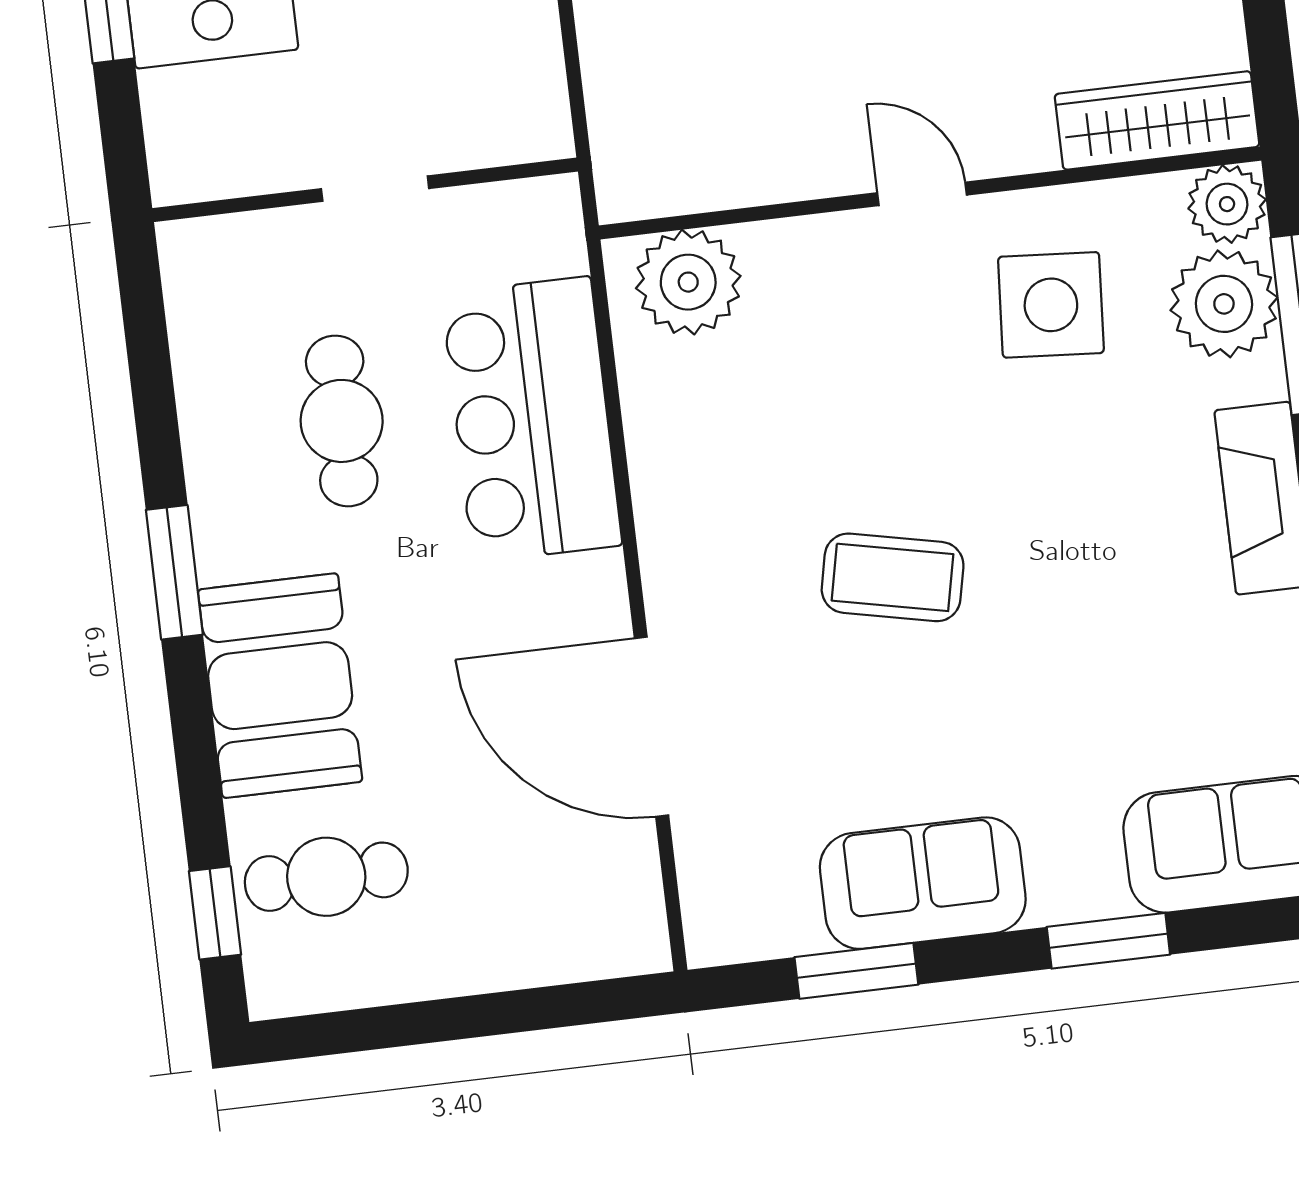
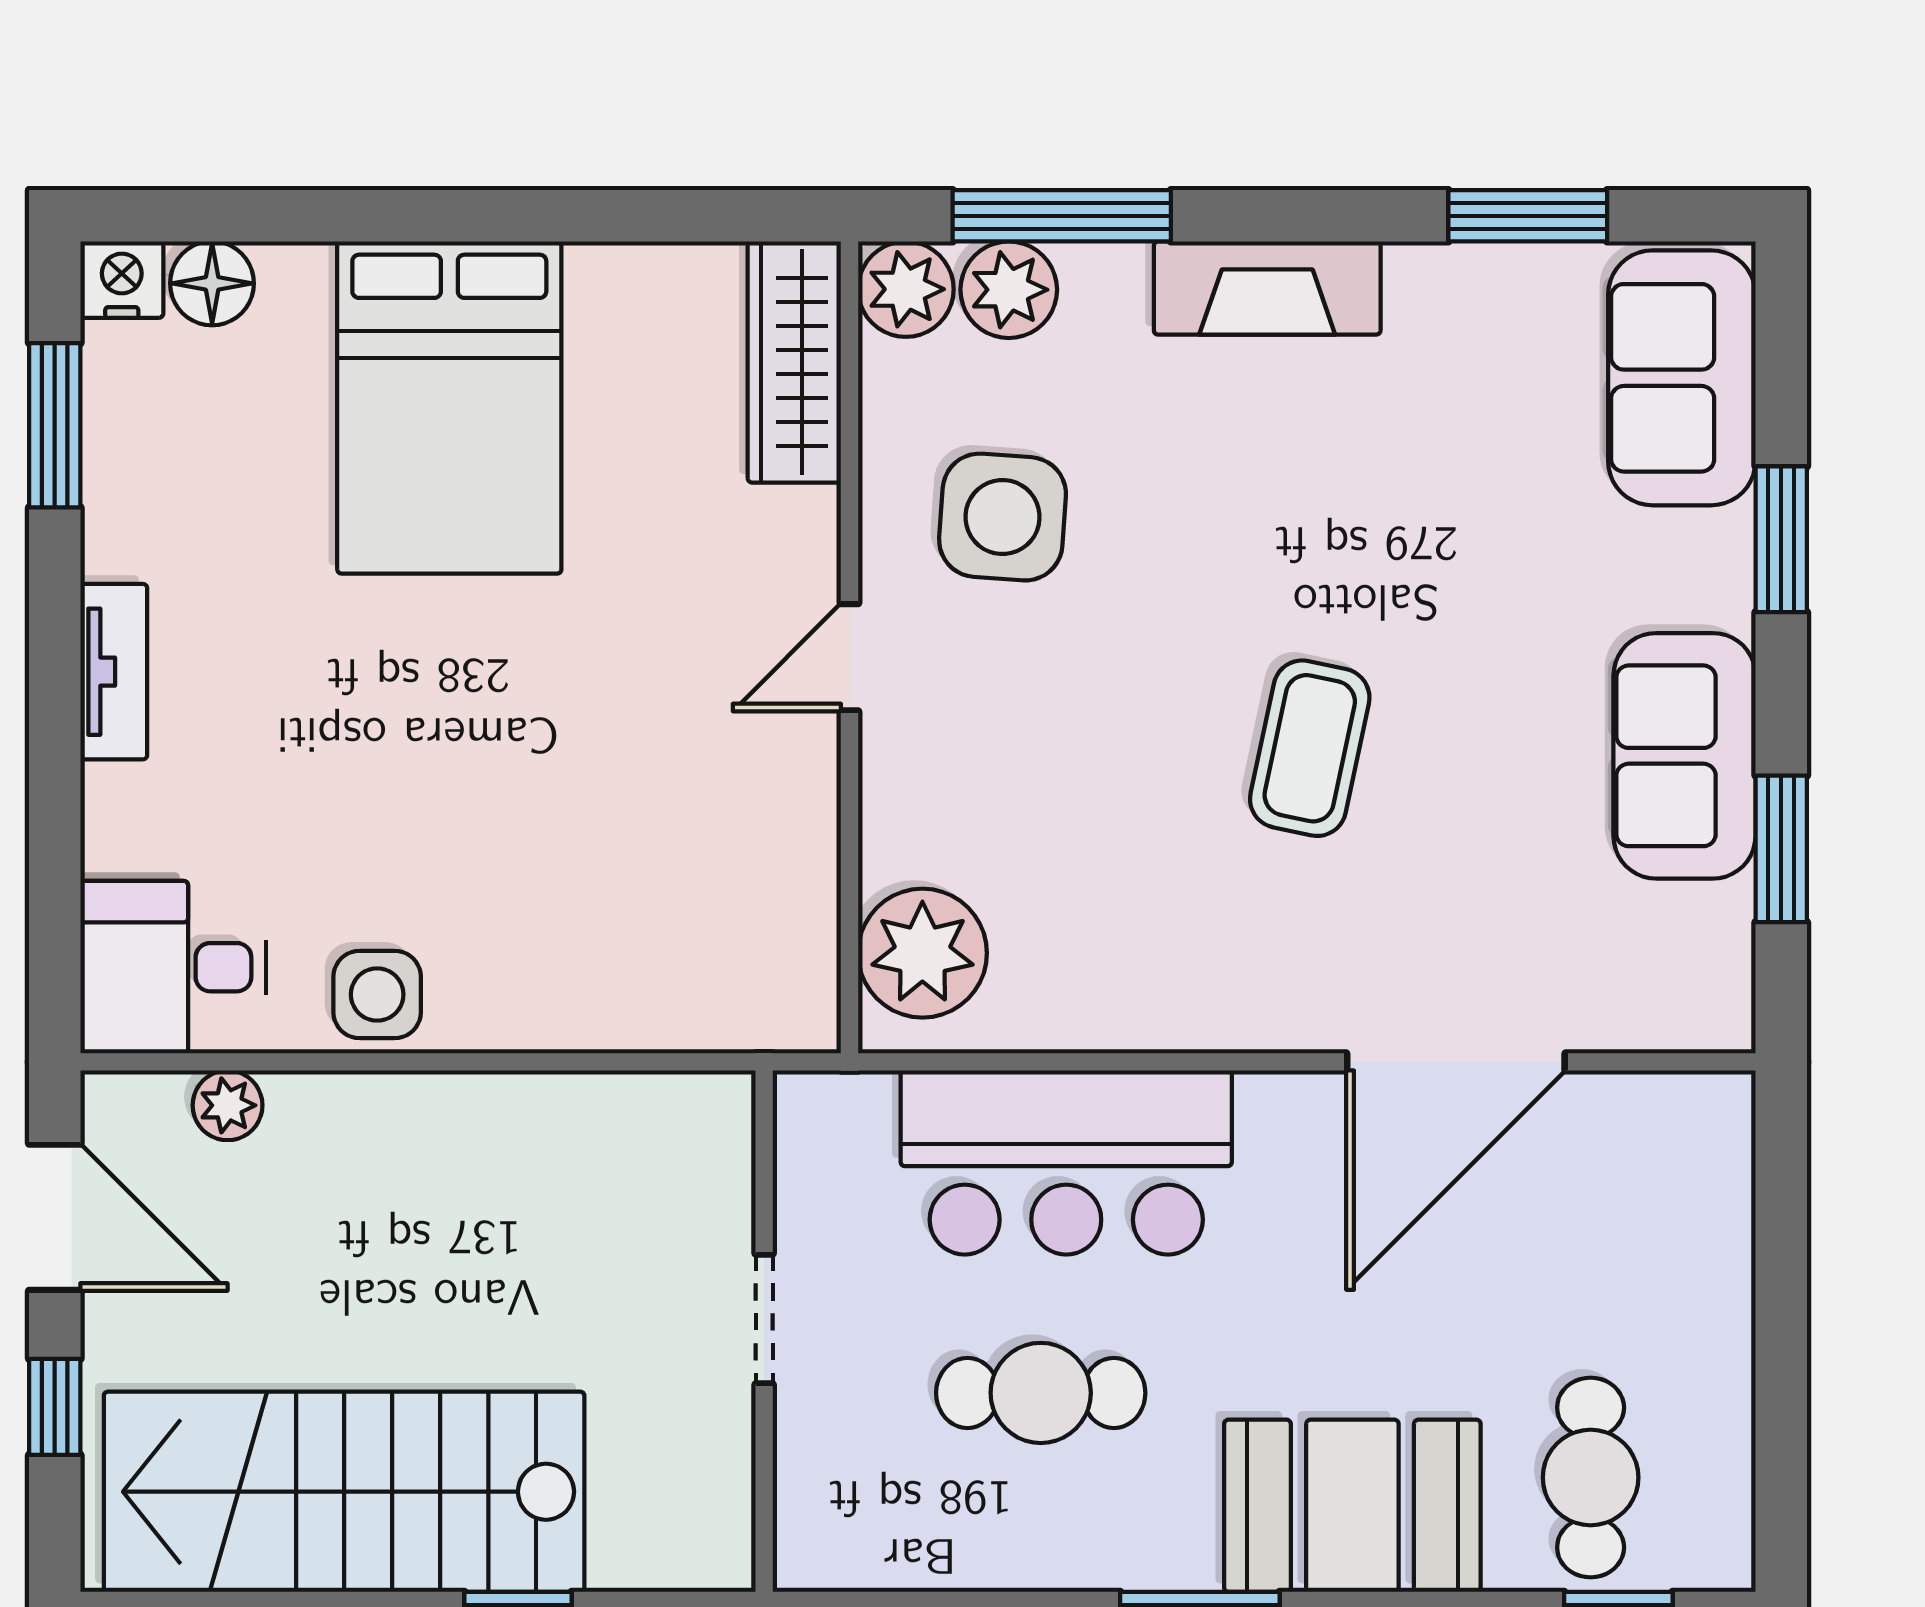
plant: (1224, 304) -> (1009, 290), width x0.73, depth x0.73

